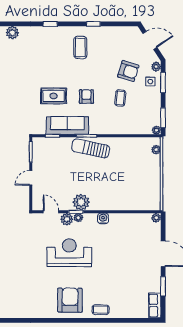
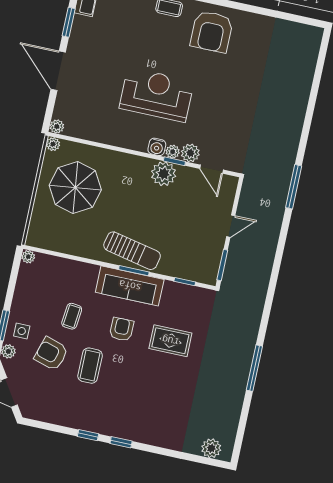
window: (50, 24) -> (121, 442), moved
coffee table: (80, 47) -> (90, 366), moved
armchair: (86, 96) -> (122, 329), turned 180
window: (163, 118) -> (14, 273), removed
sofa: (67, 125) -> (130, 286), moved
plant: (156, 150) -> (53, 144), moved
parasol: (136, 181) -> (75, 188), added
water cooler: (103, 218) -> (157, 147), moved
reception desk: (69, 253) -> (157, 95), moved, turned 180

